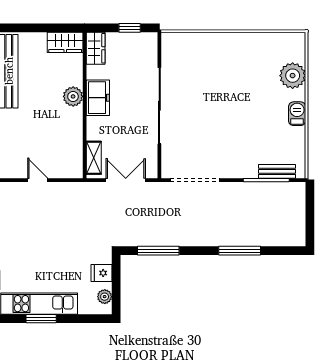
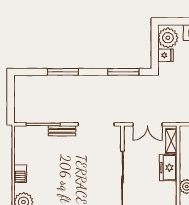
freezer: (98, 98) -> (168, 168), moved
bench: (277, 171) -> (62, 131), moved
plant: (105, 297) -> (168, 38), width x1.88, depth x1.88

